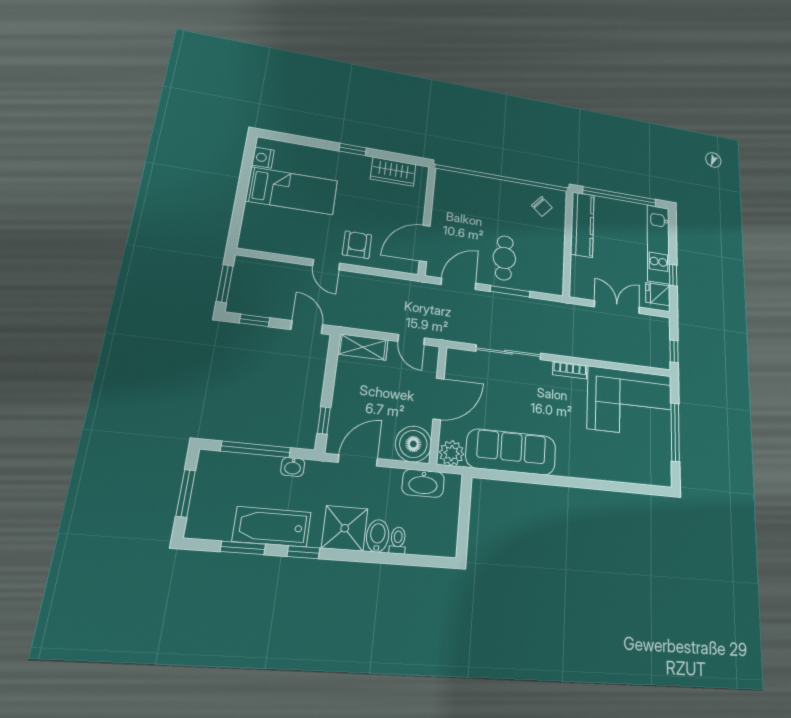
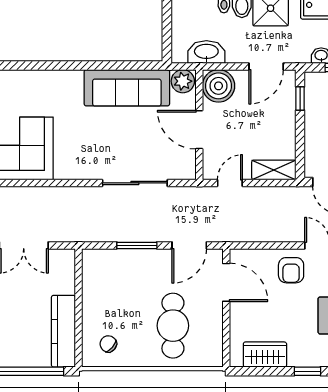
door: (425, 243) -> (226, 282), hinge flipped
cafe table: (504, 258) -> (173, 326), moved, width x1.37, depth x1.35
door: (411, 340) -> (230, 183), hinge flipped
bookcase: (570, 370) -> (72, 173), removed
door: (438, 399) -> (199, 130), hinge flipped

